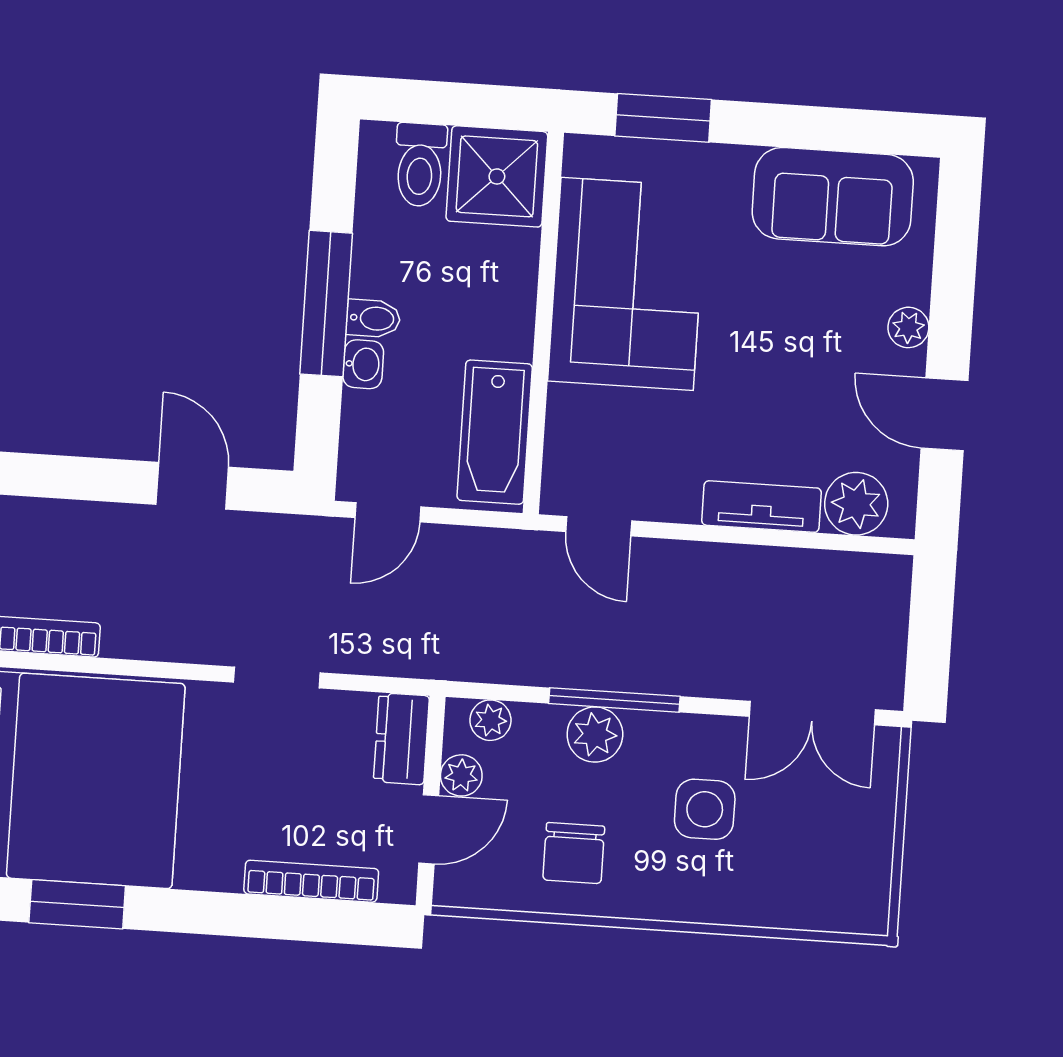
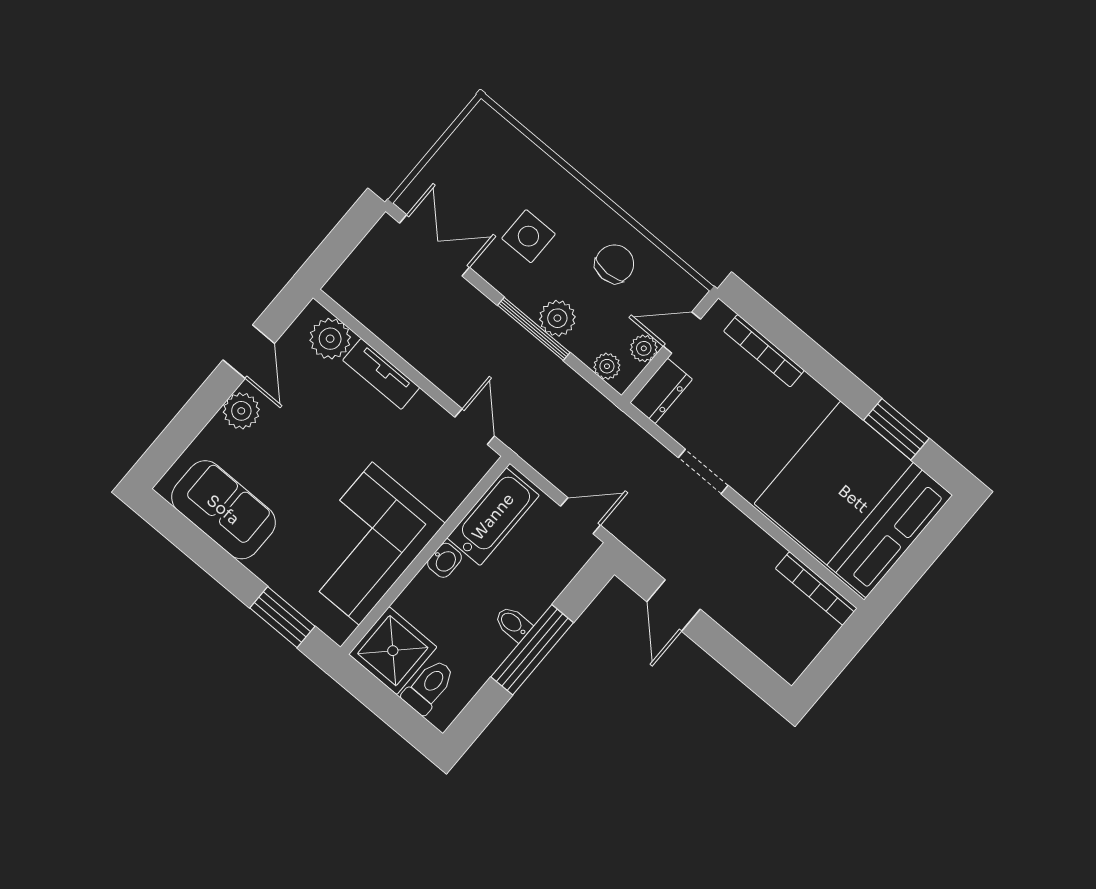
plant: (908, 327) -> (241, 411), width x1.38, depth x1.38
washbasin: (363, 364) -> (444, 560), moved, turned 180

